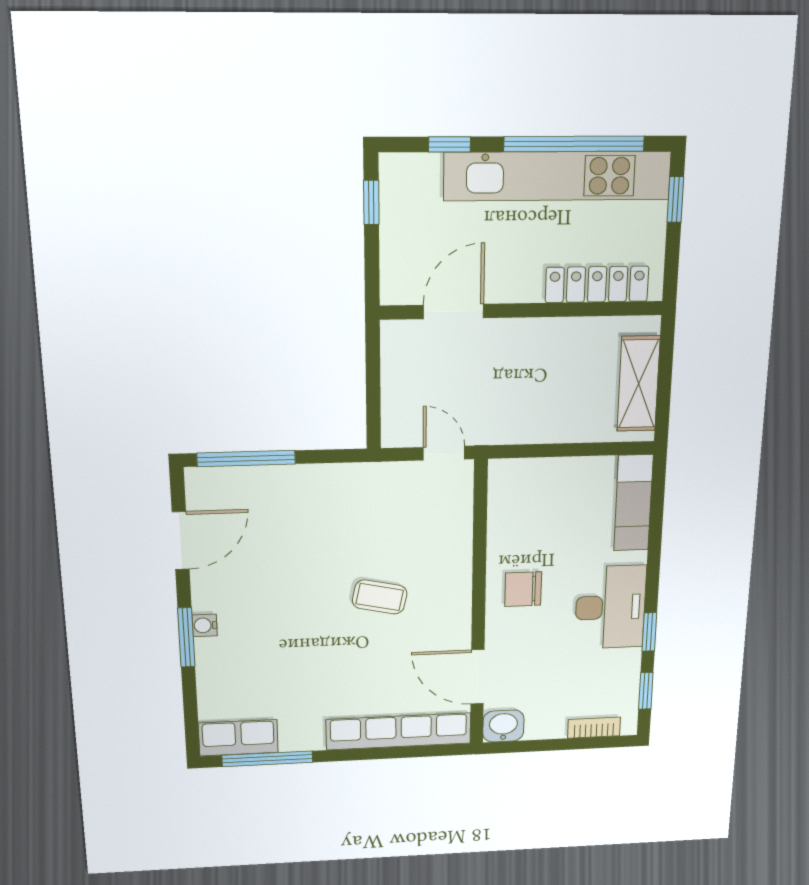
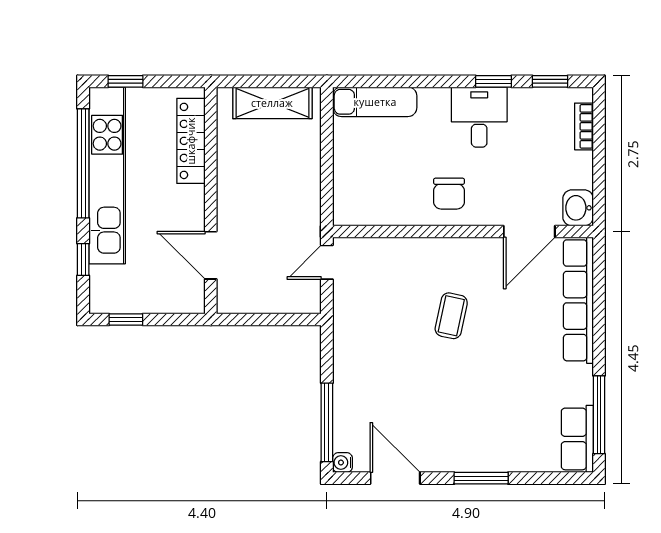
desk: (610, 607) -> (479, 117), width x0.73
water cooler: (205, 625) -> (343, 463), moved, turned 90

